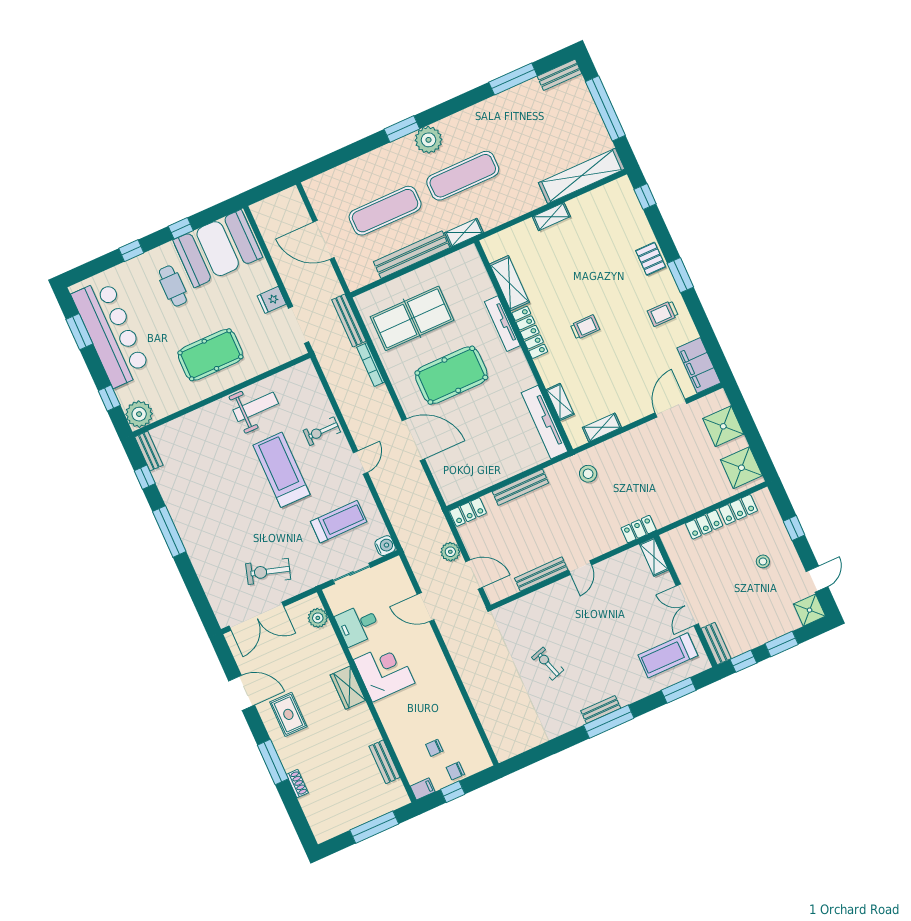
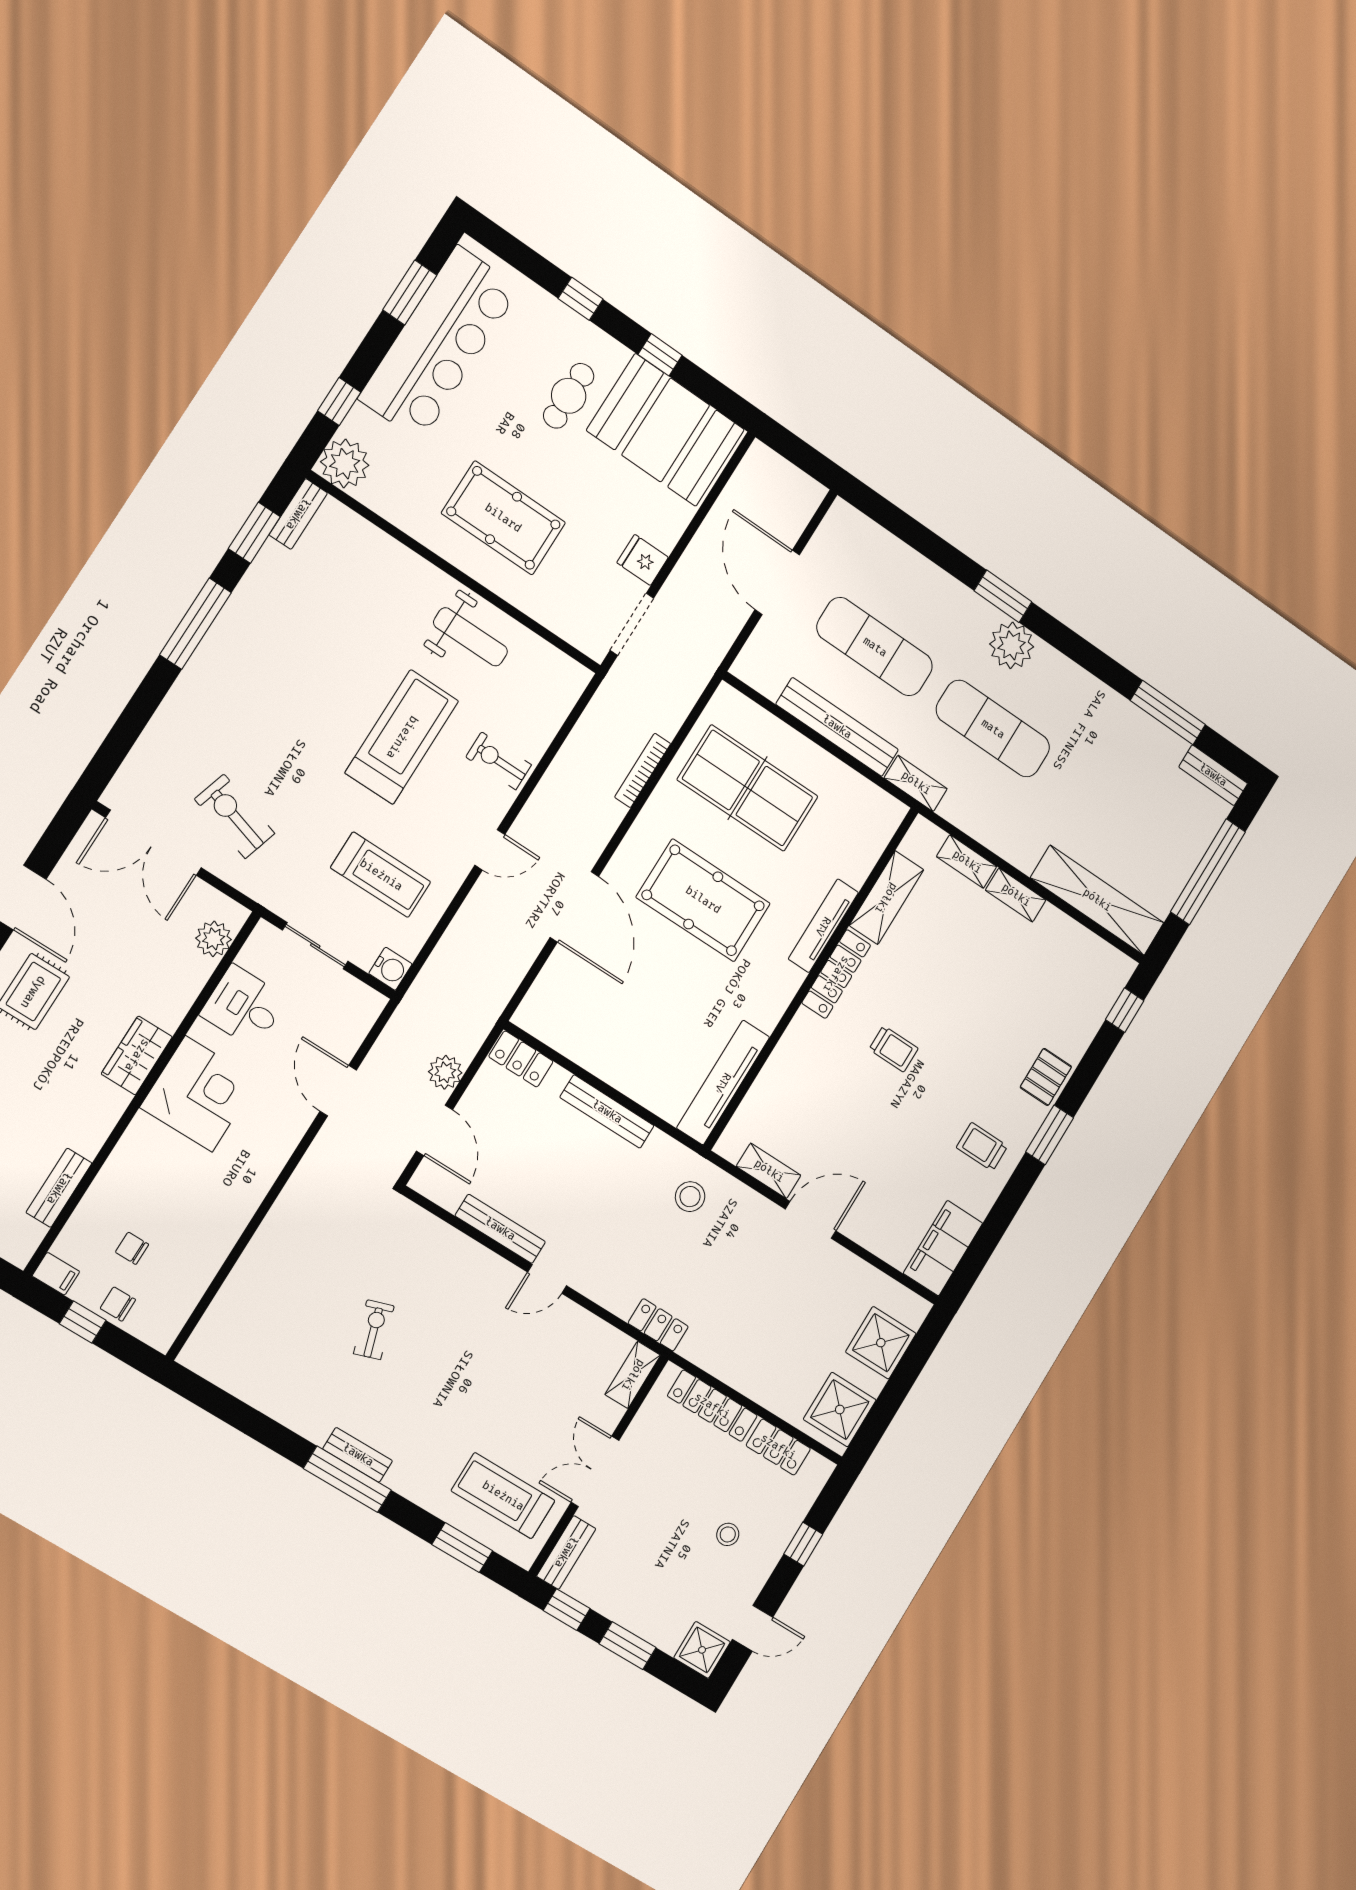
bench: (349, 320) -> (686, 696), removed
shelving: (560, 402) -> (967, 862), moved, turned 90
door: (671, 408) -> (811, 1220), moved
window: (145, 477) -> (254, 533), width x1.50
locker: (704, 525) -> (712, 1406), width x1.53

